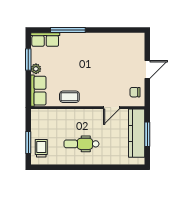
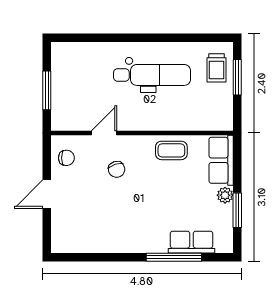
row of seats: (45, 40) -> (192, 242), moved
chair: (104, 85) -> (117, 169), added
kitchen counter: (137, 133) -> (64, 92), removed
dental chair: (81, 144) -> (152, 75), width x1.36, depth x1.38

